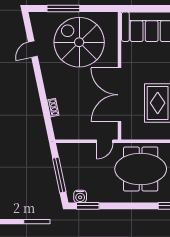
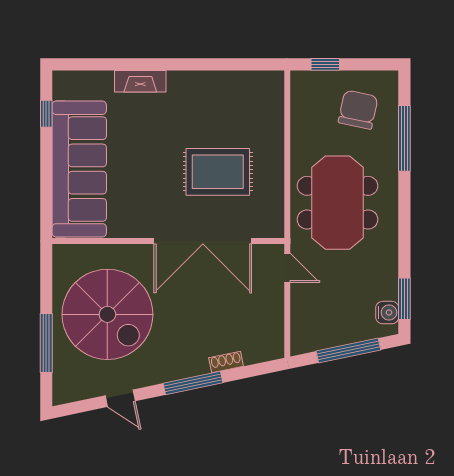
spiral stairs: (79, 42) -> (107, 314), turned -90
window: (41, 89) -> (193, 383), added

